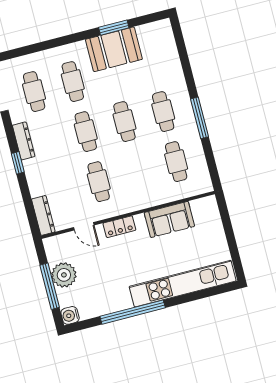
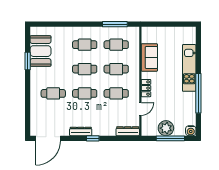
booth: (114, 49) -> (41, 51), moved
cafe table: (34, 92) -> (116, 69), moved
window: (200, 118) -> (115, 24), moved
kitchen unit: (183, 284) -> (189, 68), width x0.73

